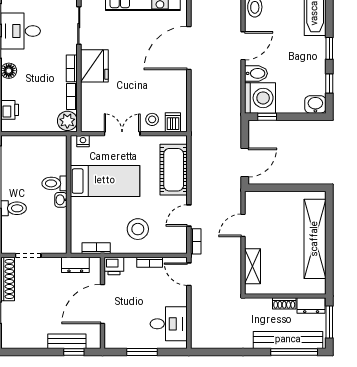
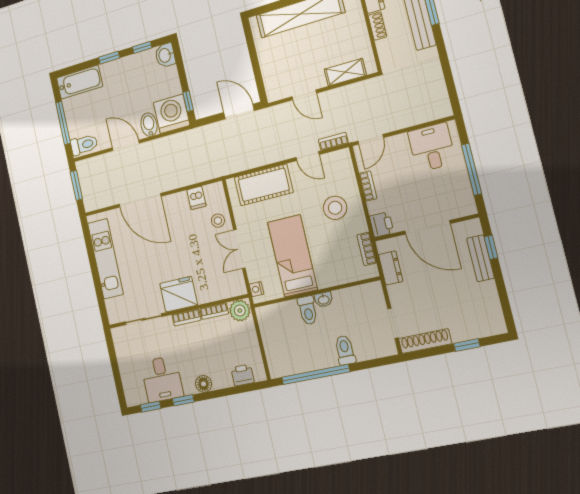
dishwasher: (173, 122) -> (196, 198), moved, turned -90
window: (142, 352) -> (471, 169), width x1.44

